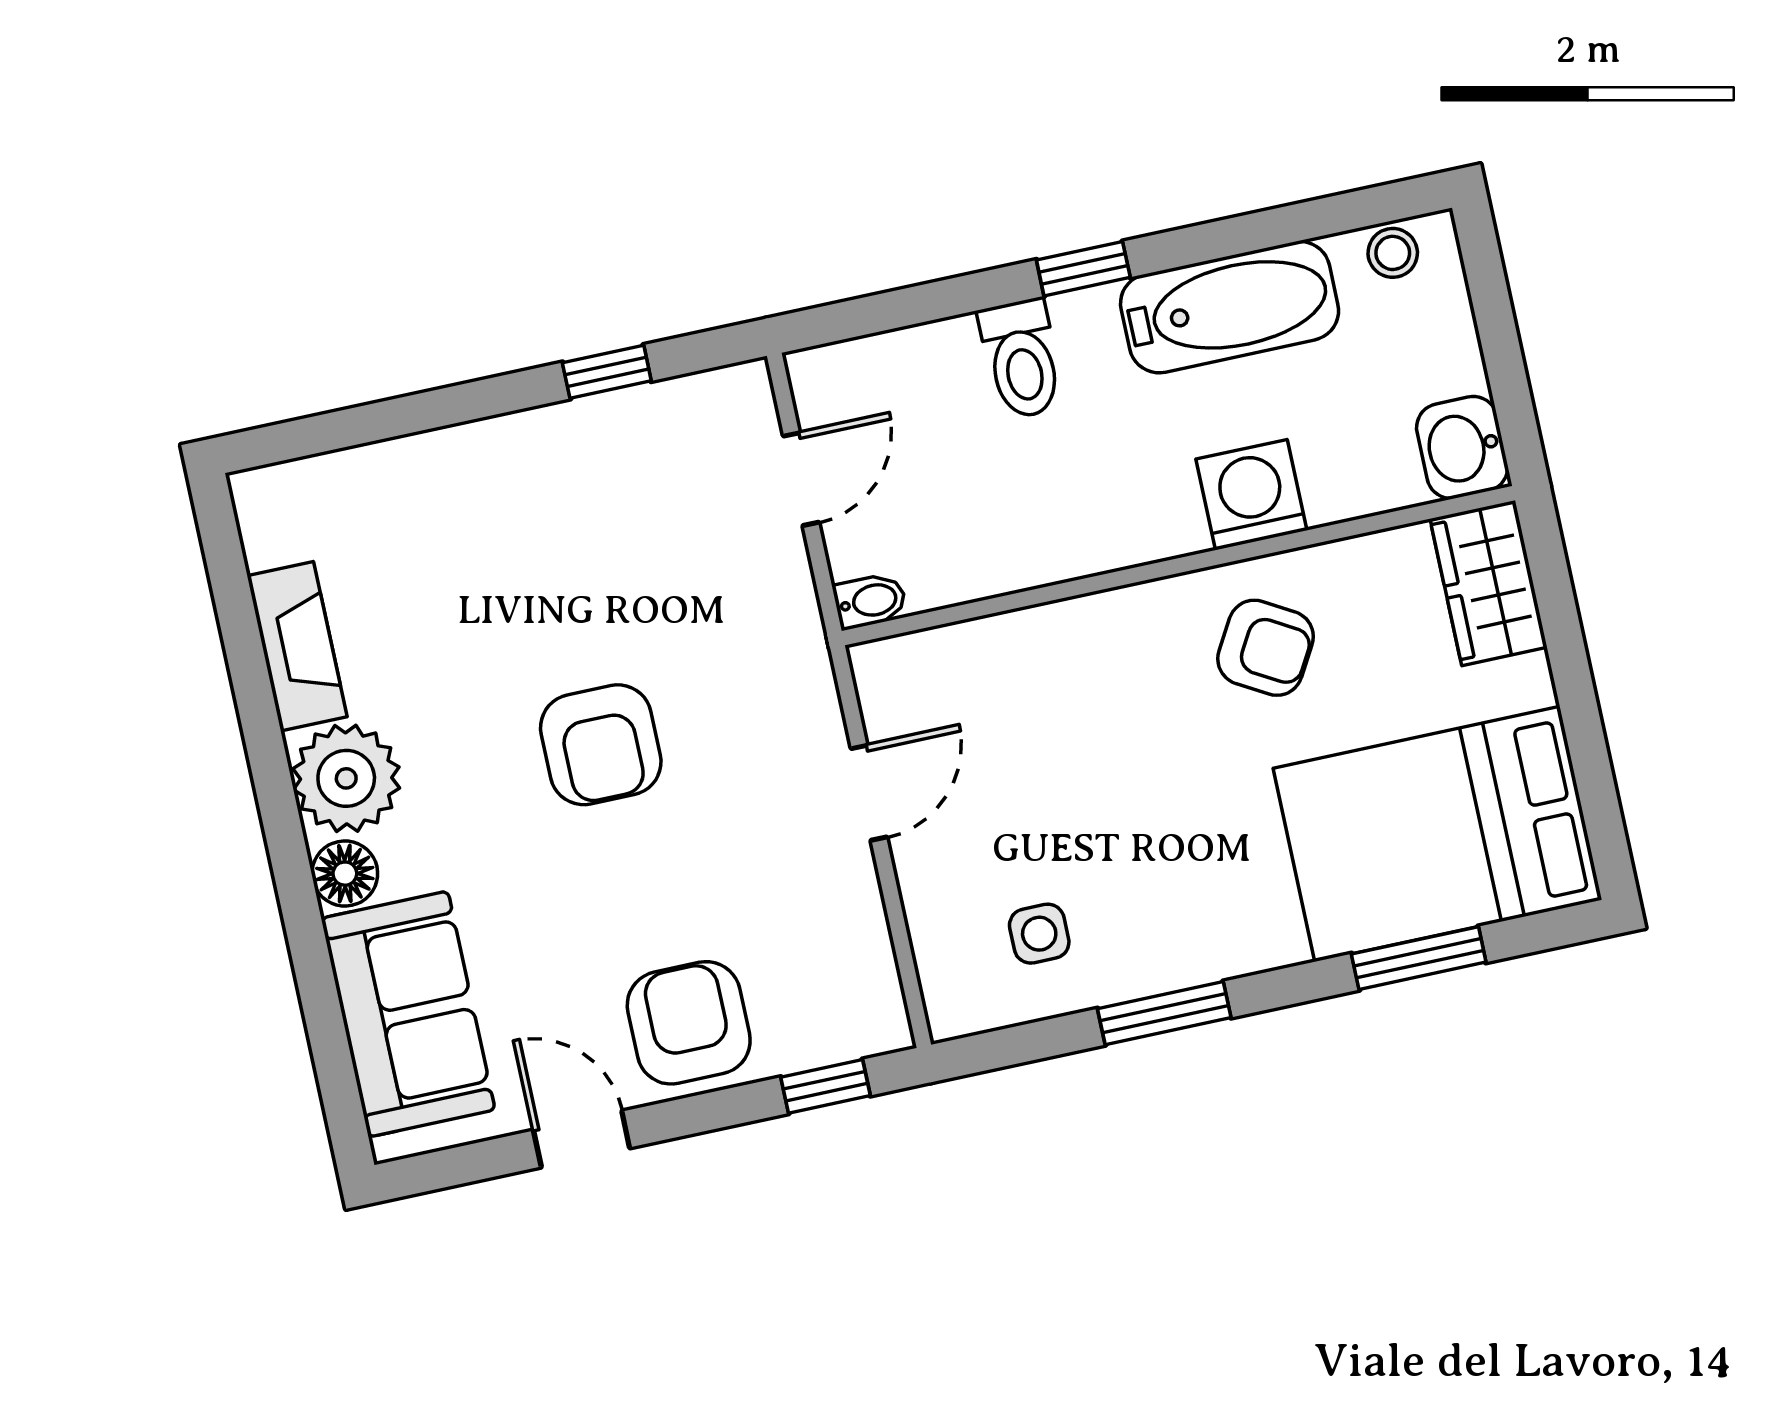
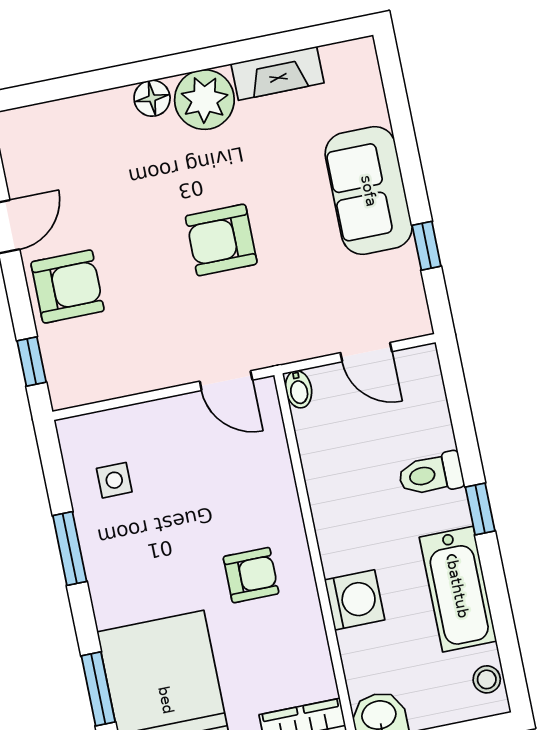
armchair: (1266, 648) -> (251, 575), moved, turned -120
door: (869, 793) -> (226, 381), moved
sofa: (408, 1014) -> (369, 191), moved, turned 90

